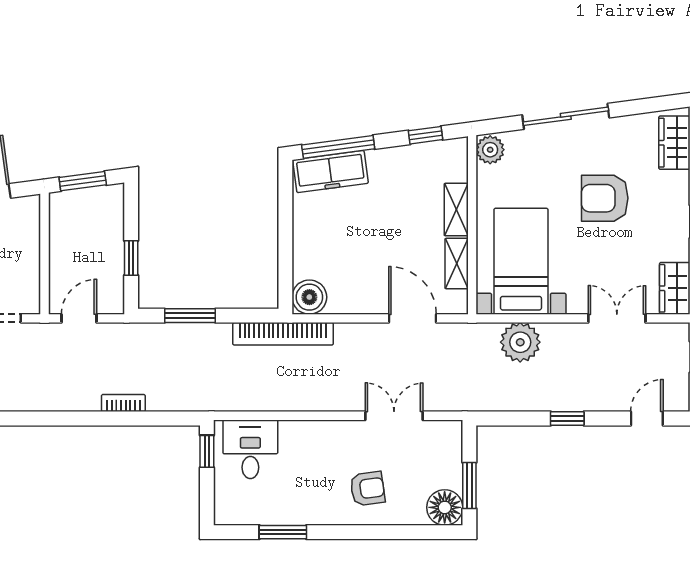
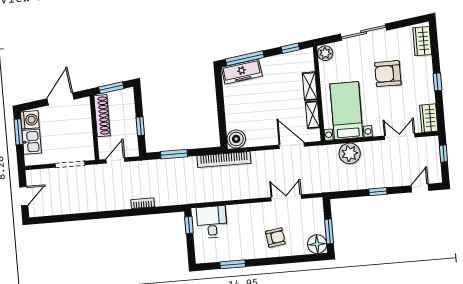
shoe rack: (61, 232) -> (102, 116), added

